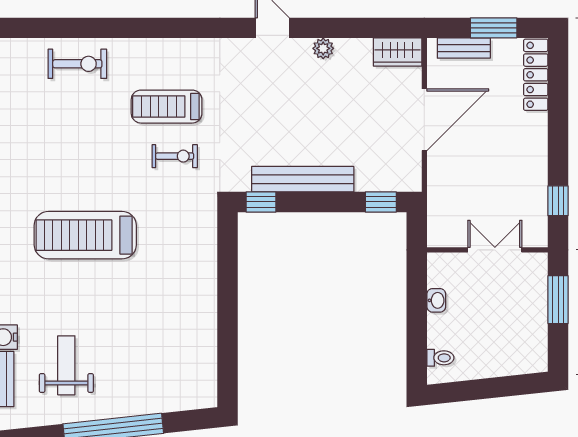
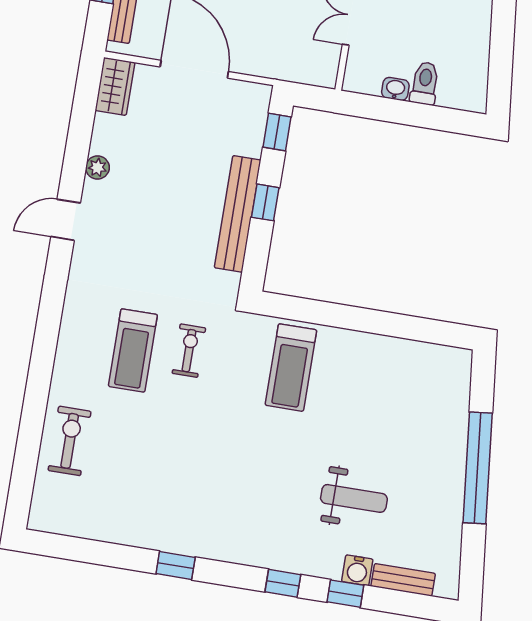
window: (261, 202) -> (265, 202), moved
treadmill: (85, 235) -> (291, 368), moved, width x0.73, depth x0.73
toilet: (440, 358) -> (425, 83), moved, width x1.37, depth x1.39
weight bench: (66, 365) -> (354, 498), moved, turned 180

